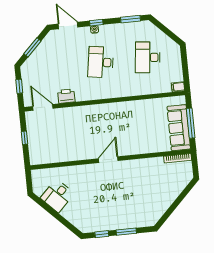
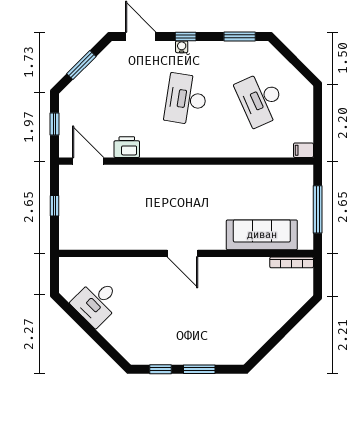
desk: (148, 57) -> (261, 99), turned -30
sofa: (179, 128) -> (262, 235), moved, turned 90
door: (108, 160) -> (182, 253), swing flipped

